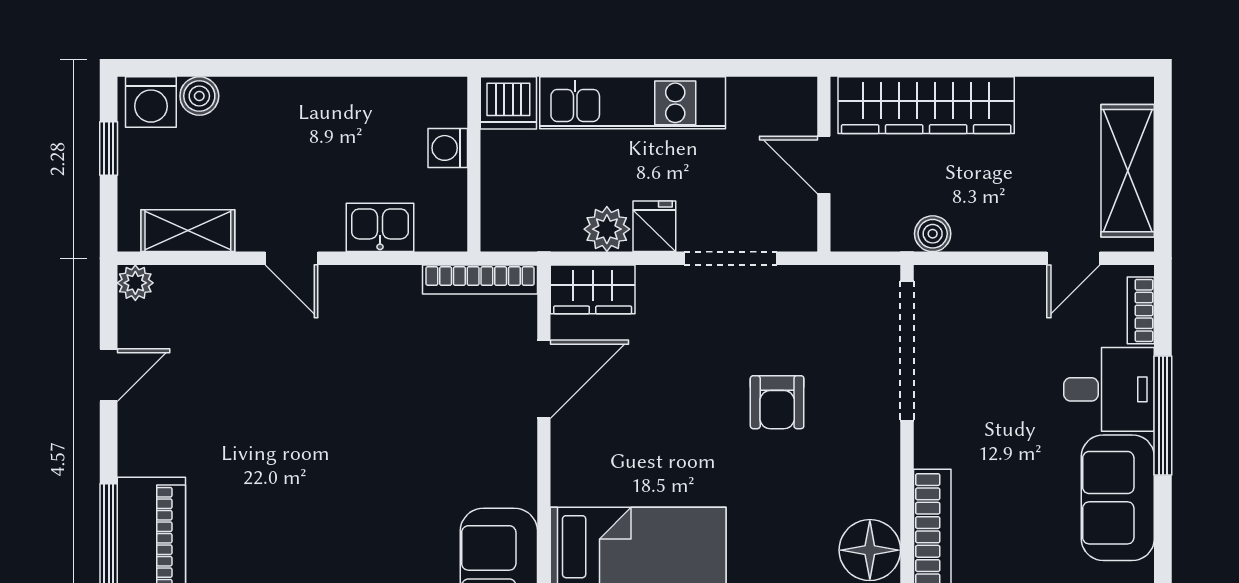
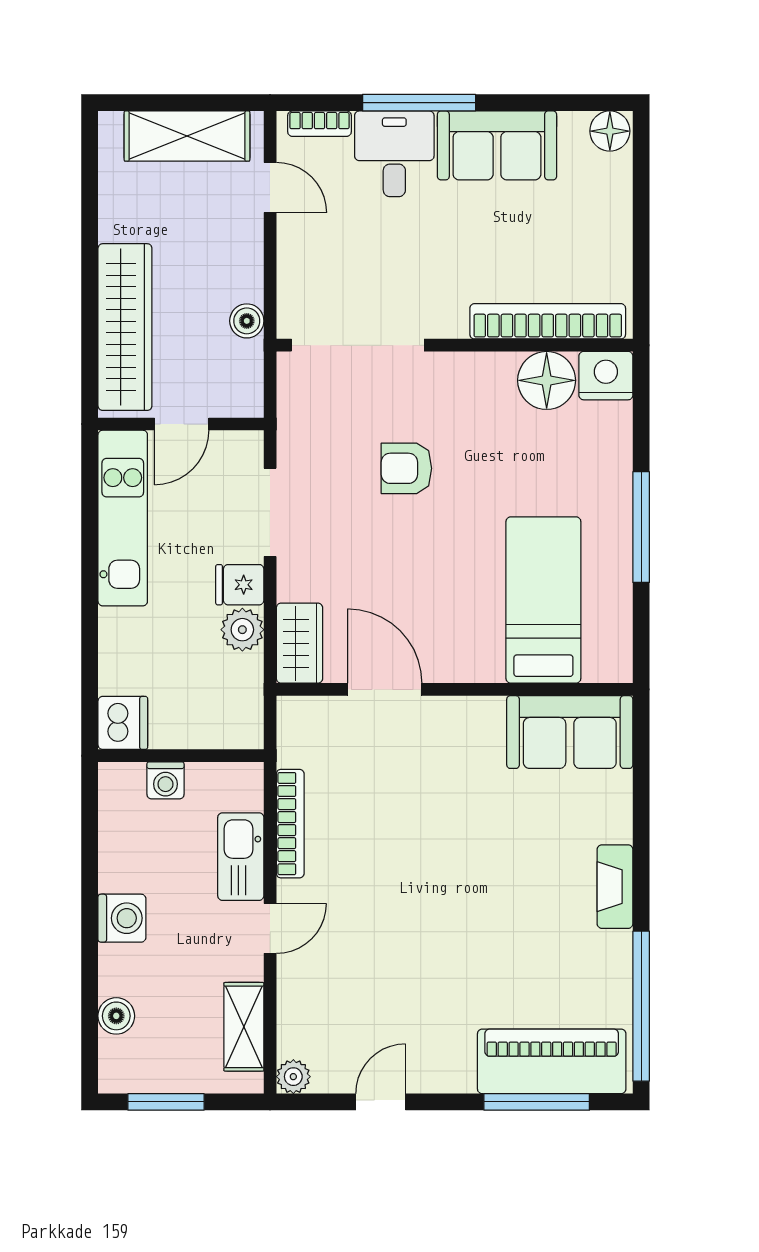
washing machine: (151, 102) -> (122, 918), moved
kitchen unit: (633, 103) -> (123, 518), moved
window: (109, 149) -> (166, 1102), width x1.50
kitchen sink: (380, 227) -> (241, 857), width x1.38
bookcase: (480, 280) -> (290, 824), moved
door: (109, 375) -> (381, 1102), hinge flipped
armchair: (777, 402) -> (406, 468), turned 180

